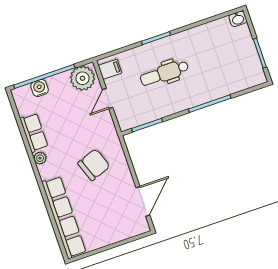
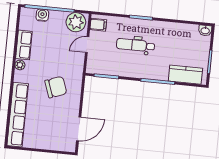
kitchen counter: (238, 81) -> (185, 75), added

